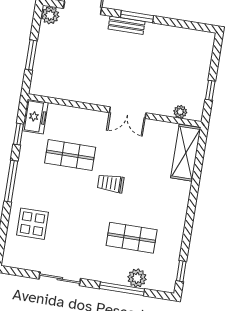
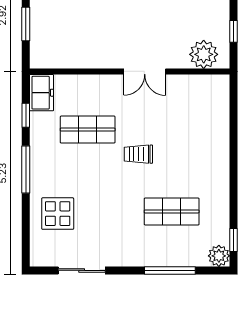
plant: (180, 112) -> (204, 54), width x1.87, depth x1.87
shelving: (186, 153) -> (217, 106), removed
plant: (137, 278) -> (219, 256), moved
sliding door: (60, 279) -> (82, 270), moved

